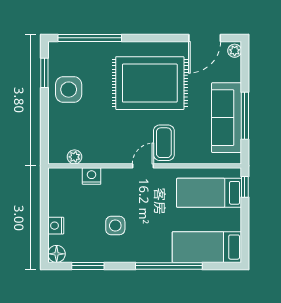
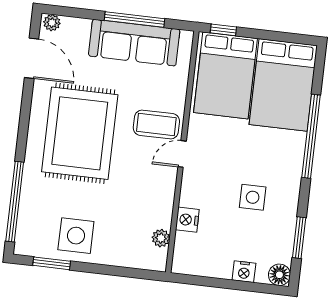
door: (143, 166) -> (182, 154), hinge flipped
bed: (209, 193) -> (225, 75), width x1.50
bed: (207, 247) -> (283, 85), width x1.50

